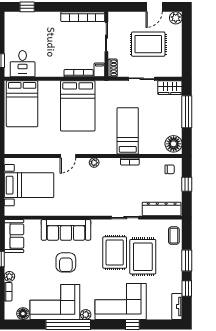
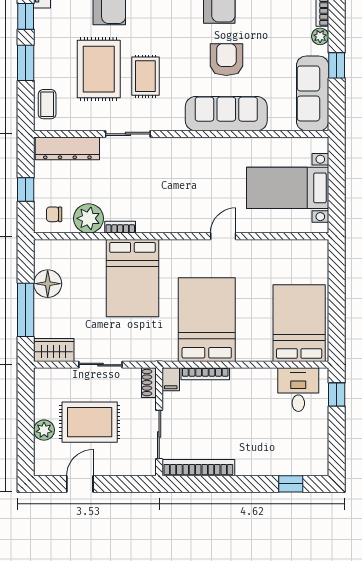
plant: (176, 18) -> (44, 430), moved
bed: (128, 131) -> (132, 278), width x1.50
floor lamp: (174, 144) -> (48, 284), moved
plant: (94, 163) -> (89, 218), moved, width x1.87, depth x1.87
sofa: (14, 236) -> (313, 93), width x1.36
rug: (115, 252) -> (145, 76), width x0.73, depth x0.70

